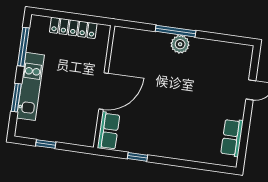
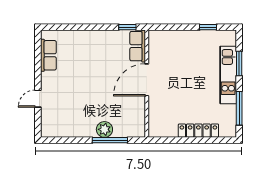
wall: (104, 87) -> (147, 84), moved
door: (104, 91) -> (147, 80), moved
row of seats: (108, 131) -> (138, 46), moved

